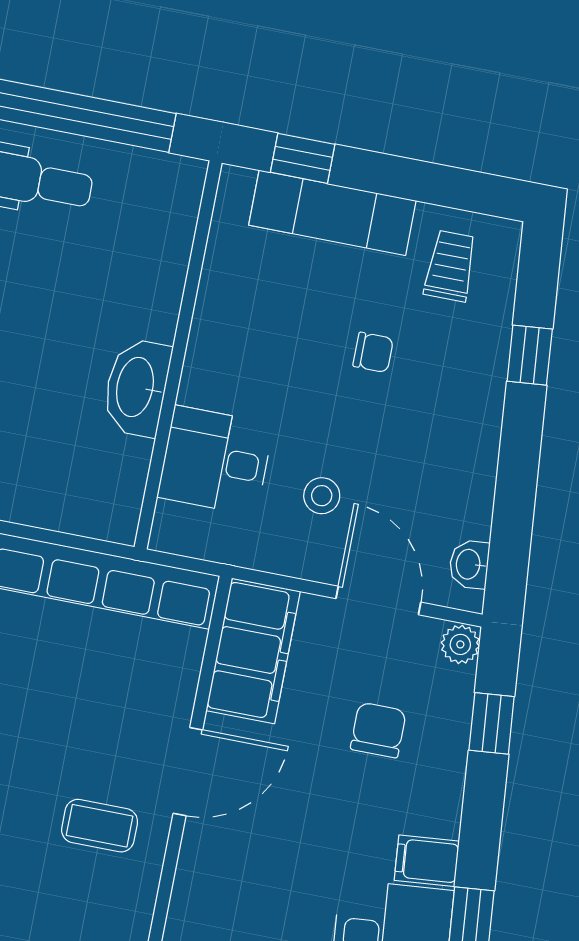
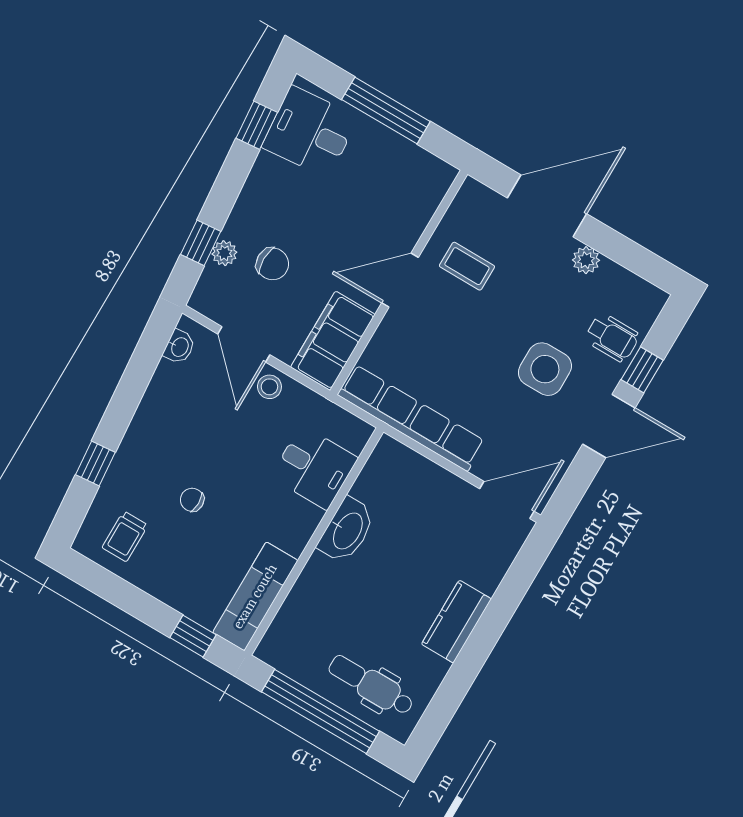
exam couch: (332, 213) -> (255, 596), moved, turned -90
stool: (322, 496) -> (269, 387), moved
plant: (460, 644) -> (224, 253), moved
chair: (378, 730) -> (272, 264), turned -90
filing cabinet: (427, 861) -> (271, 172), removed

